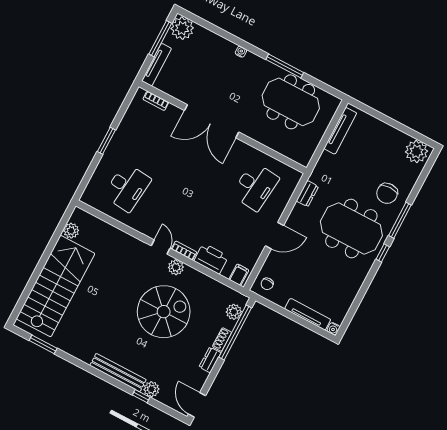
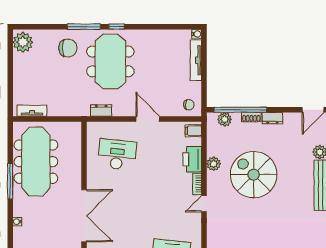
meeting table: (291, 102) -> (36, 162), width x1.36
tv unit: (340, 131) -> (32, 111), width x0.71
plant: (176, 267) -> (214, 164), moved

